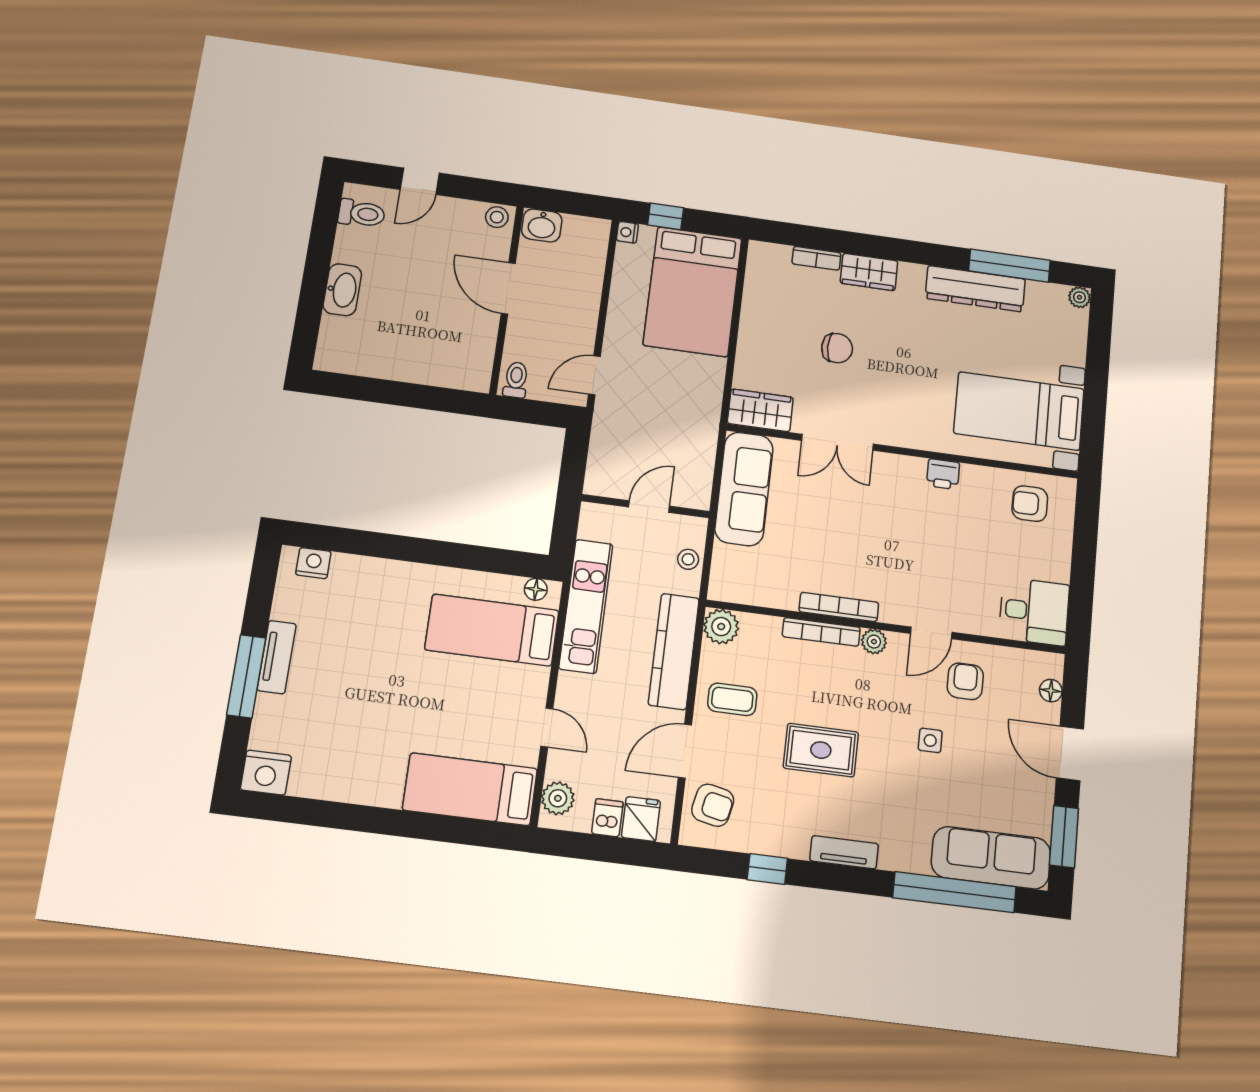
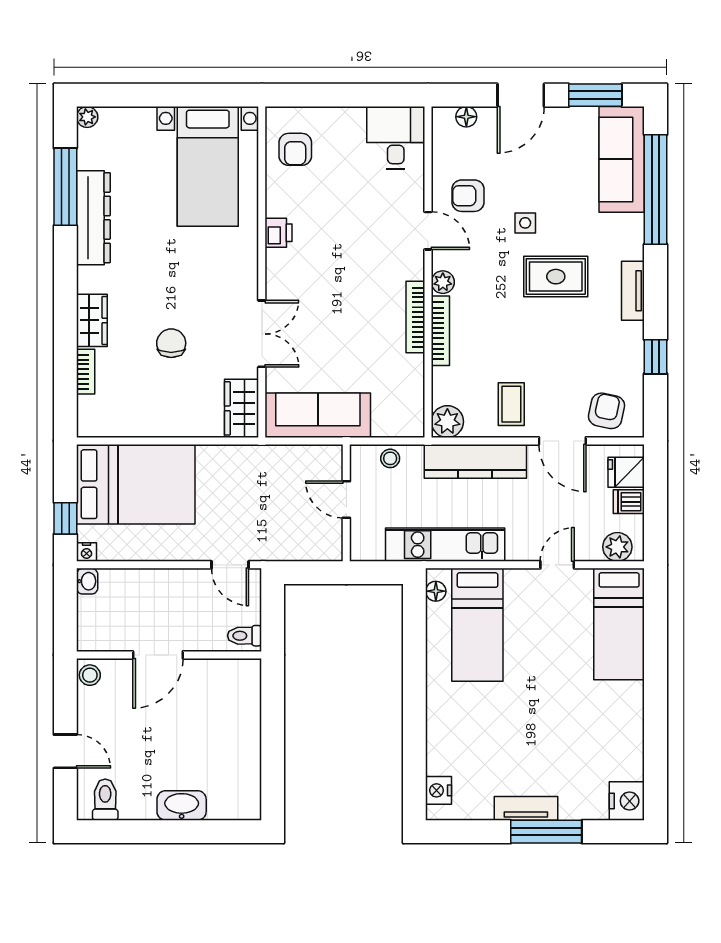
washbasin: (542, 225) -> (87, 581), moved, width x0.72, depth x0.69
rug: (821, 750) -> (556, 277), moved, turned 90

